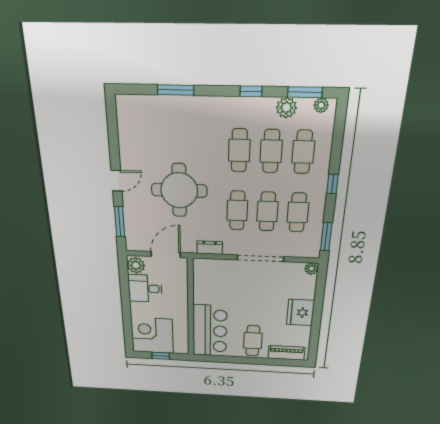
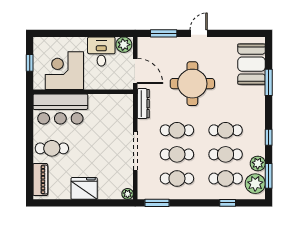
plant: (321, 105) -> (255, 184), width x1.88, depth x1.88
booth: (152, 113) -> (252, 64), added
door: (117, 181) -> (199, 33), swing flipped
window: (332, 184) -> (228, 203), moved
dresser: (210, 248) -> (143, 104), width x1.44
corner desk: (152, 335) -> (64, 71), moved, turned -90

